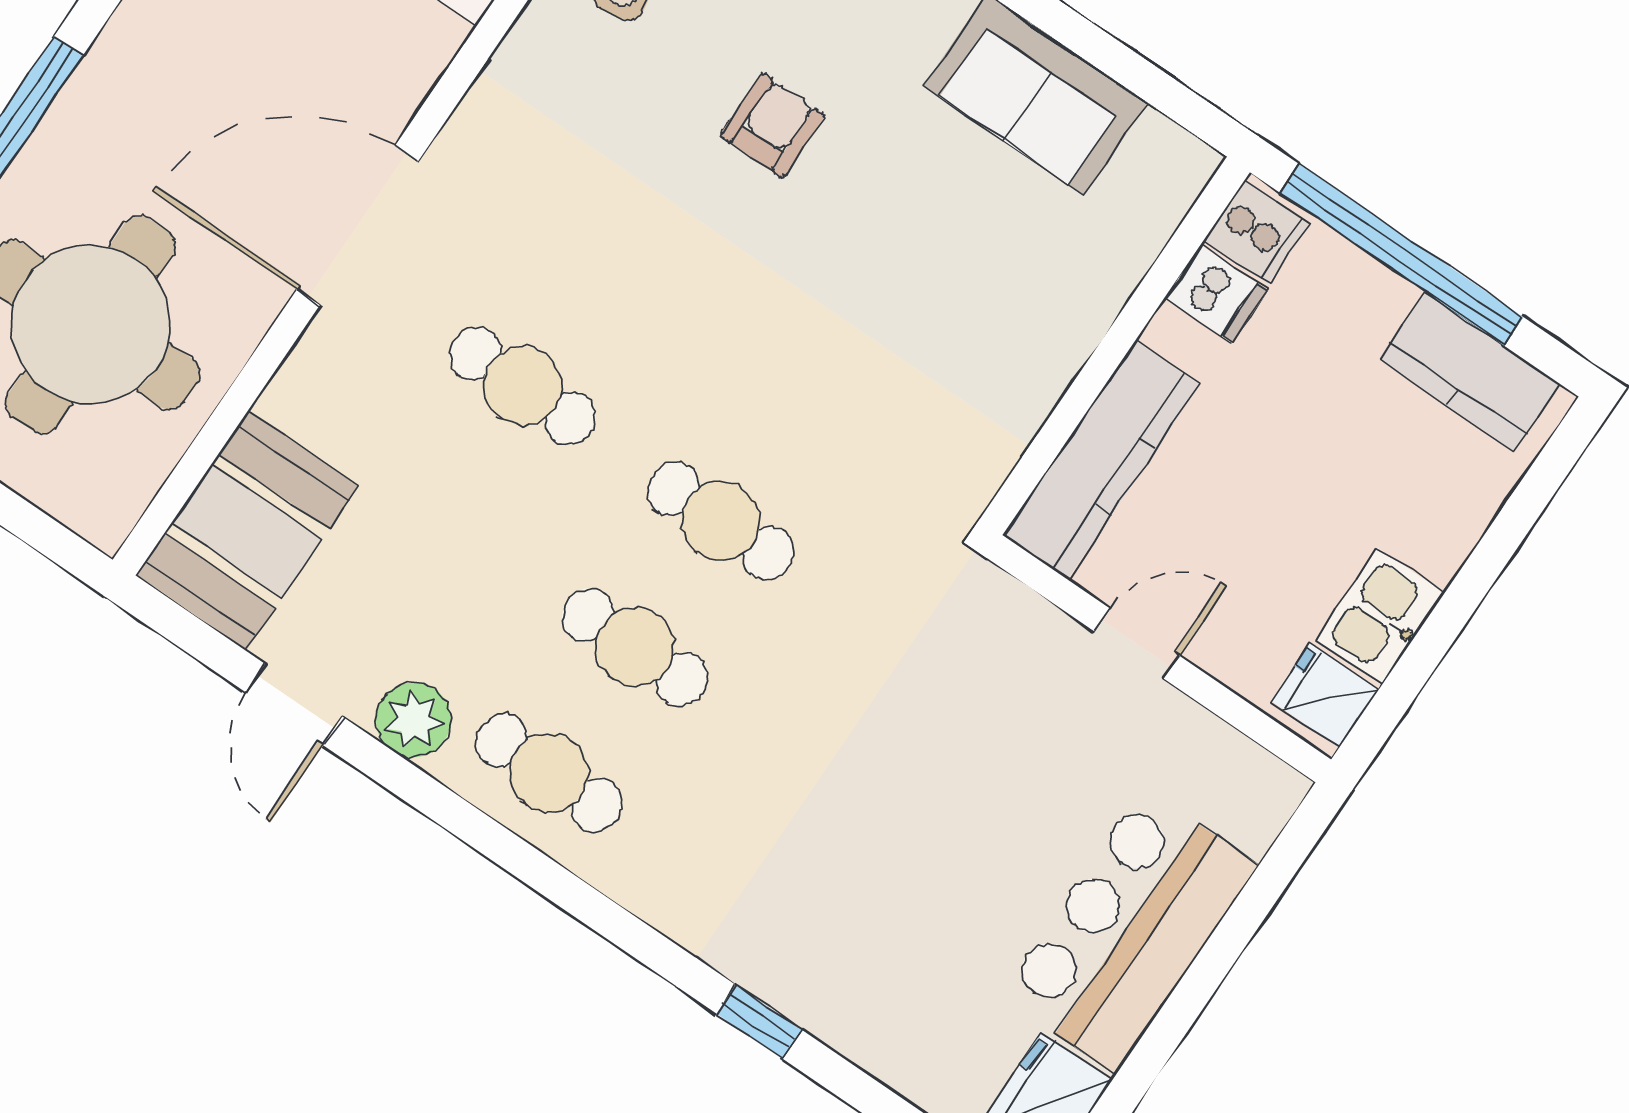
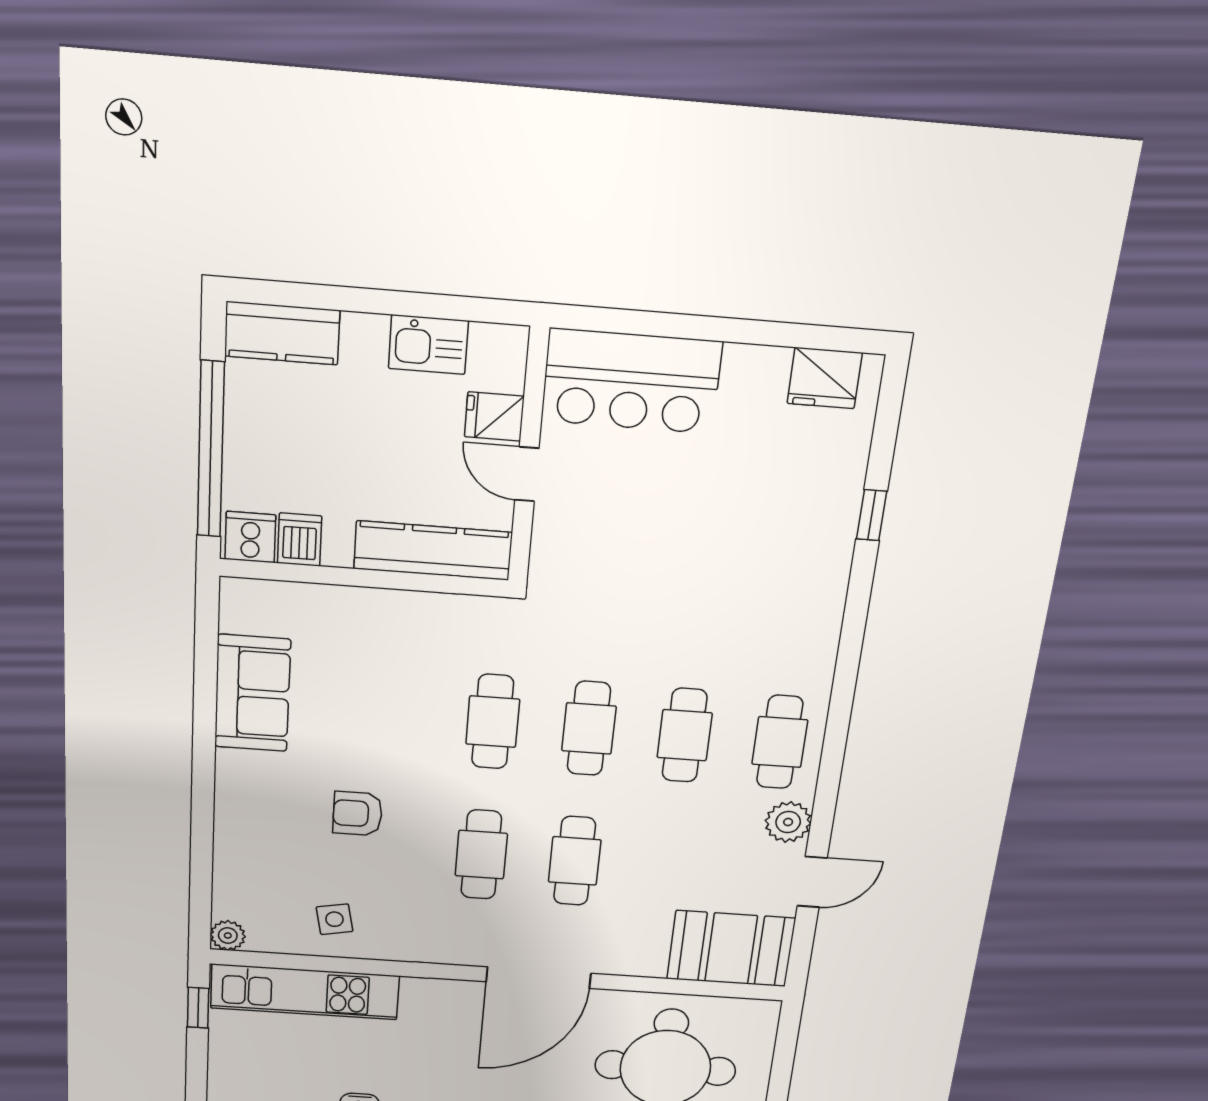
door: (357, 226) -> (539, 978), hinge flipped
cafe table: (608, 260) -> (481, 855), added
kitchen counter: (1470, 371) -> (282, 333), moved, turned 90
cafe table: (807, 395) -> (493, 722), added
fridge: (1325, 695) -> (494, 416), moved, turned 90
bar counter: (1129, 930) -> (631, 381), moved
window: (759, 1022) -> (872, 515), moved

